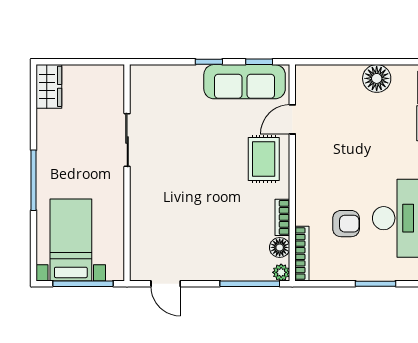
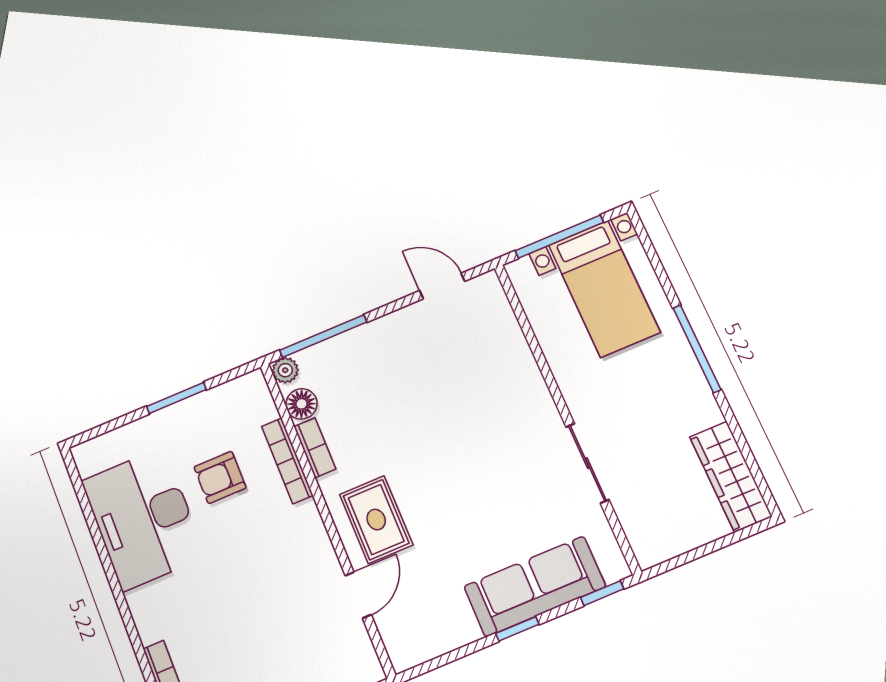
window: (259, 62) -> (602, 593), moved
sofa: (245, 82) -> (535, 586), moved
wardrobe: (49, 86) -> (731, 476), width x1.50
bookcase: (302, 254) -> (287, 461), moved
window: (375, 284) -> (176, 398), moved

